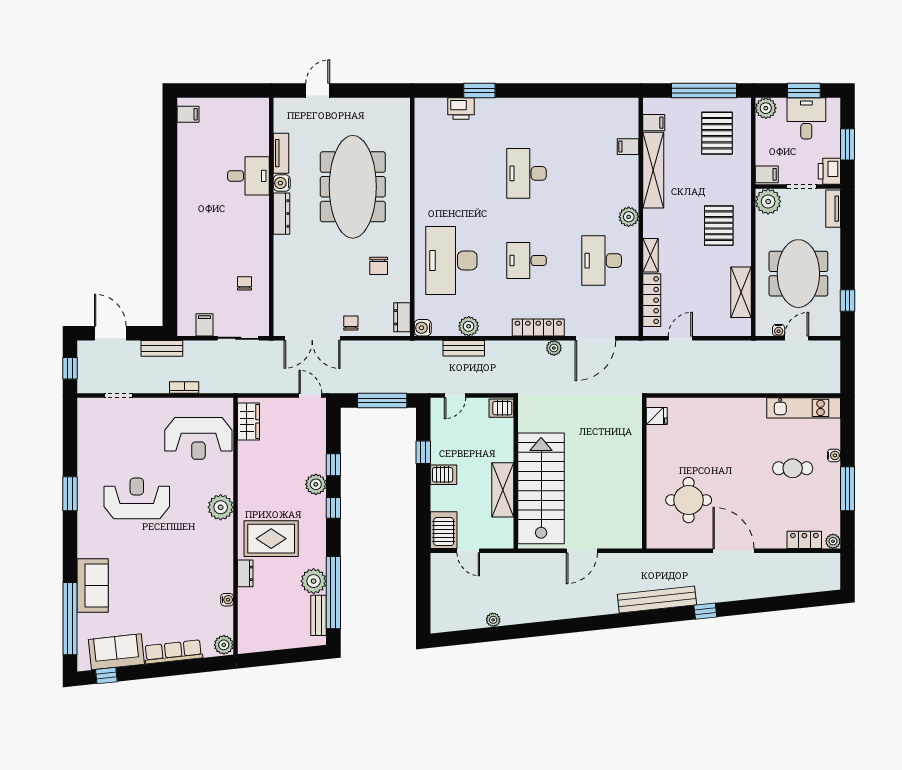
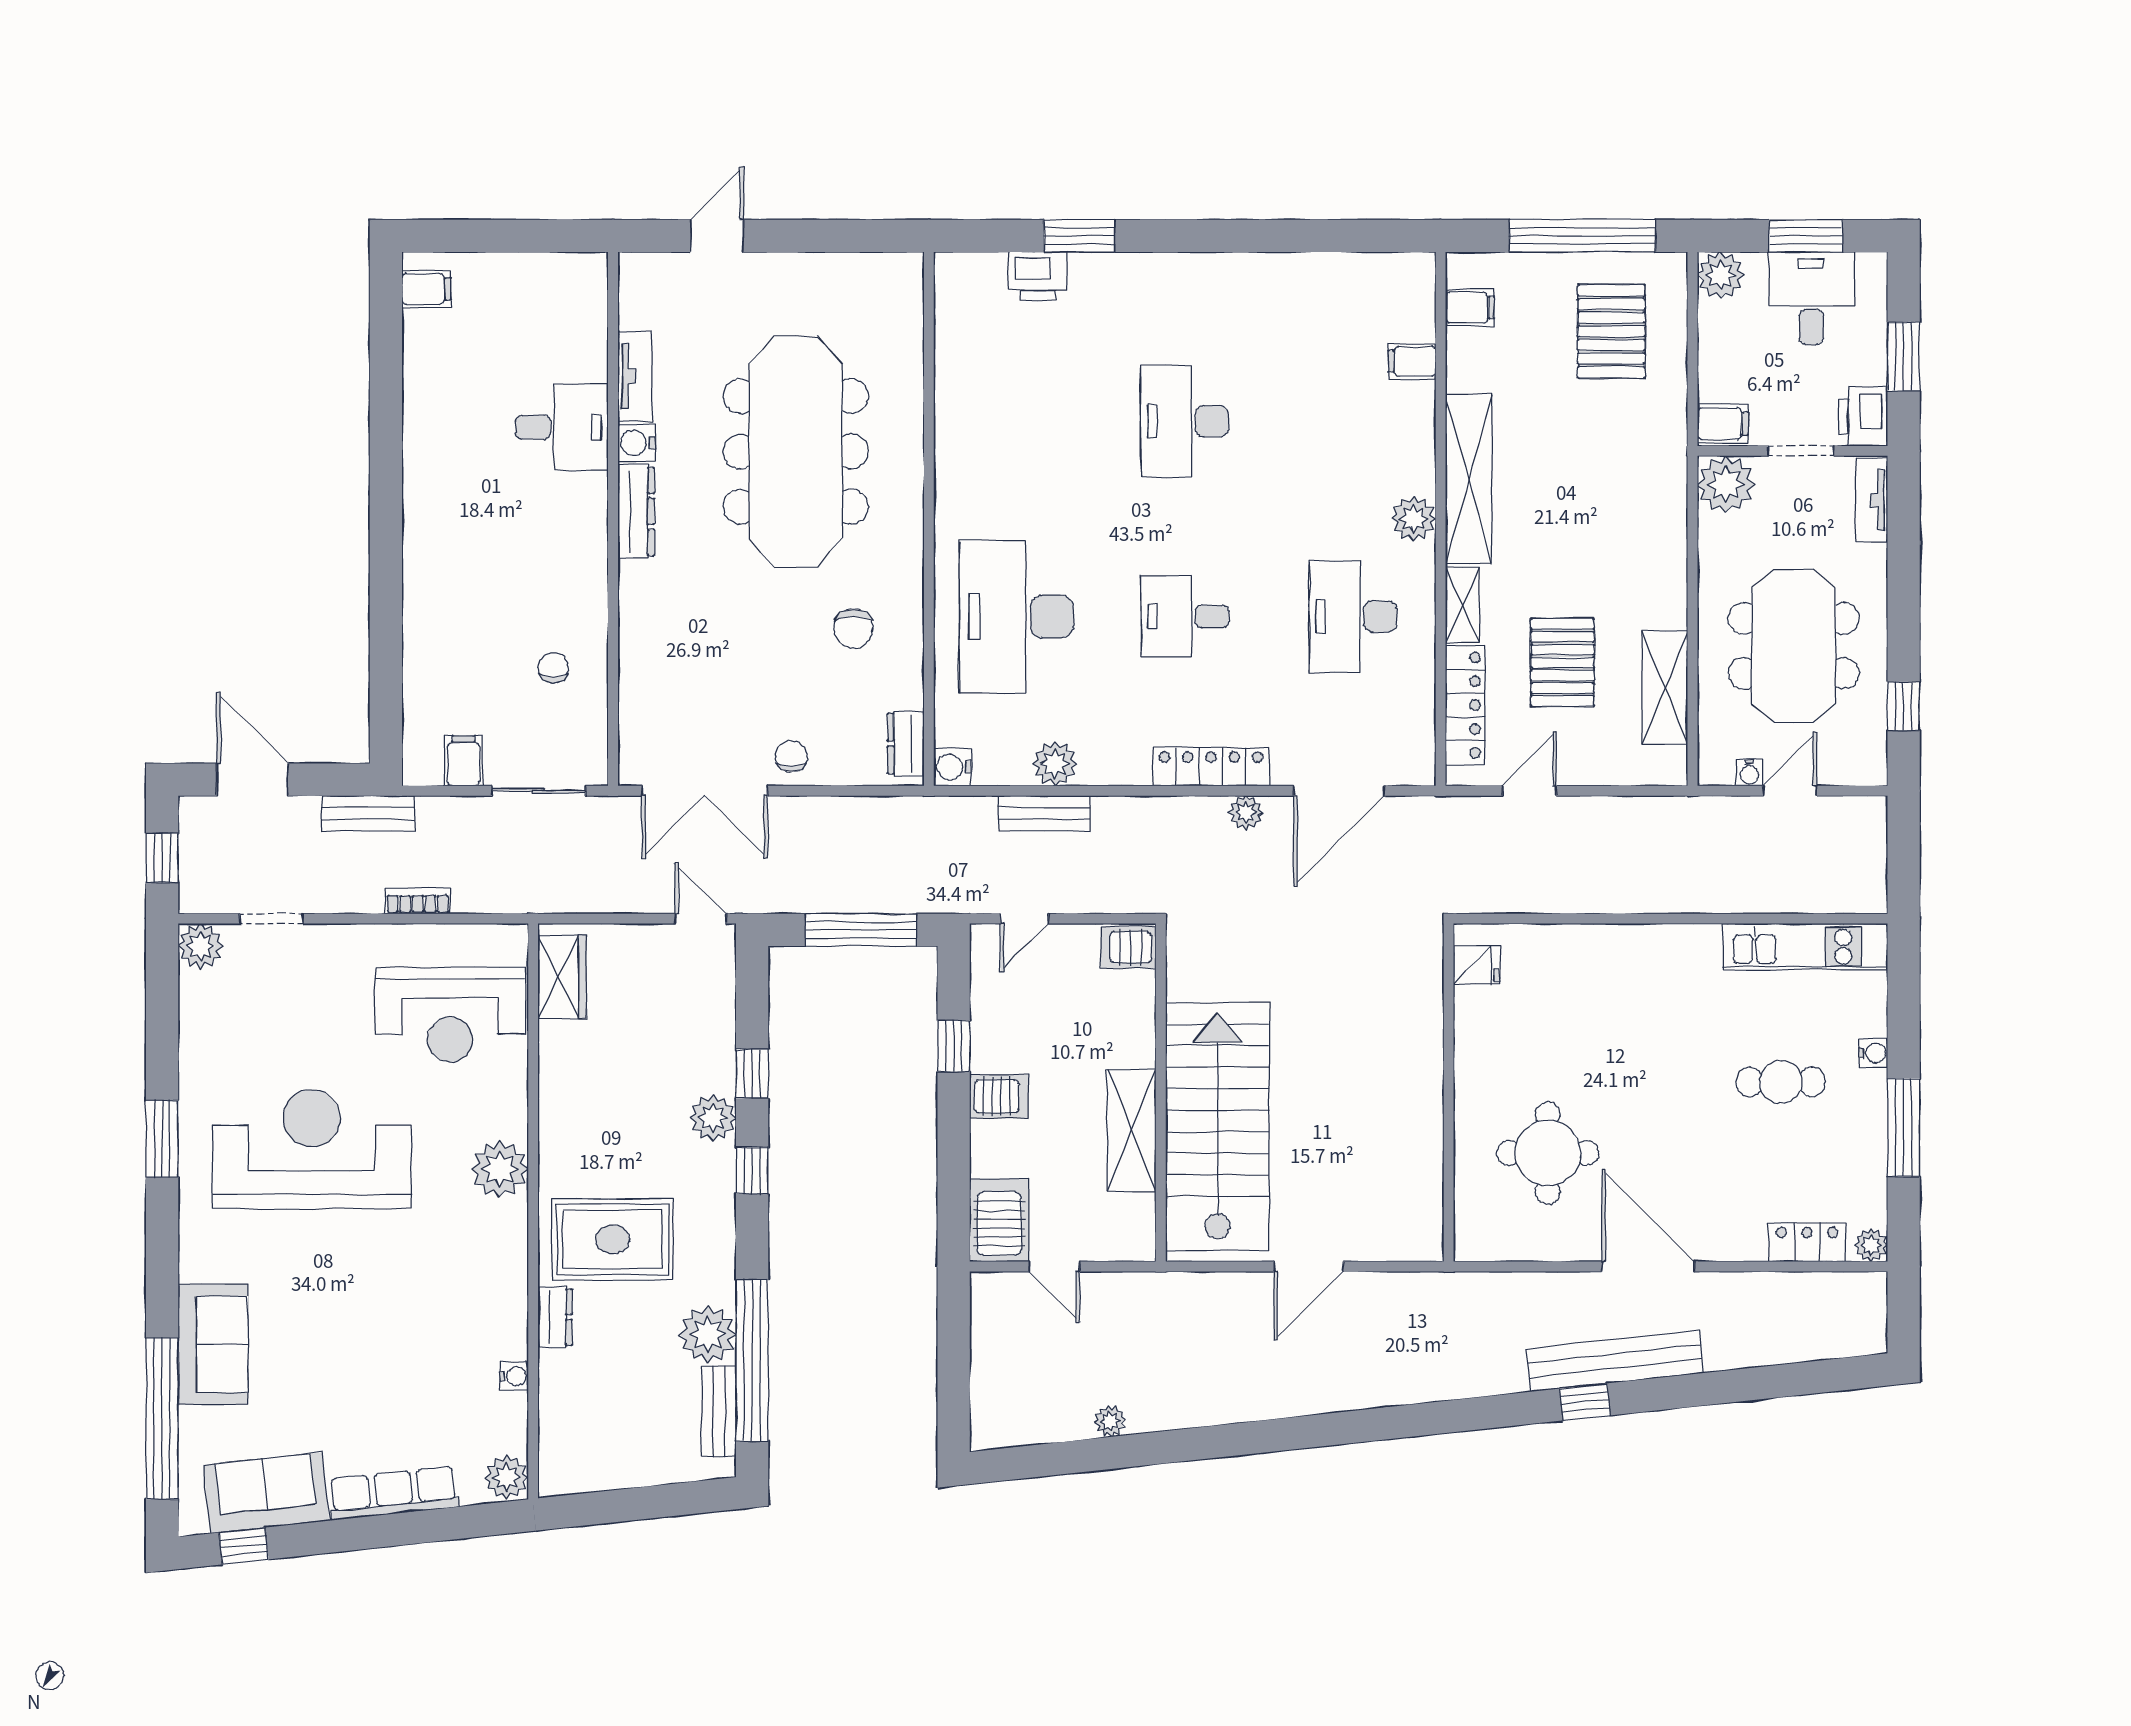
shelving: (653, 170) -> (1469, 479), moved
pallet: (719, 226) -> (1562, 662), moved
plant: (87, 408) -> (201, 946), added
reception desk: (137, 498) -> (312, 1149), width x1.36, depth x1.30
bench: (657, 599) -> (1615, 1361), moved

